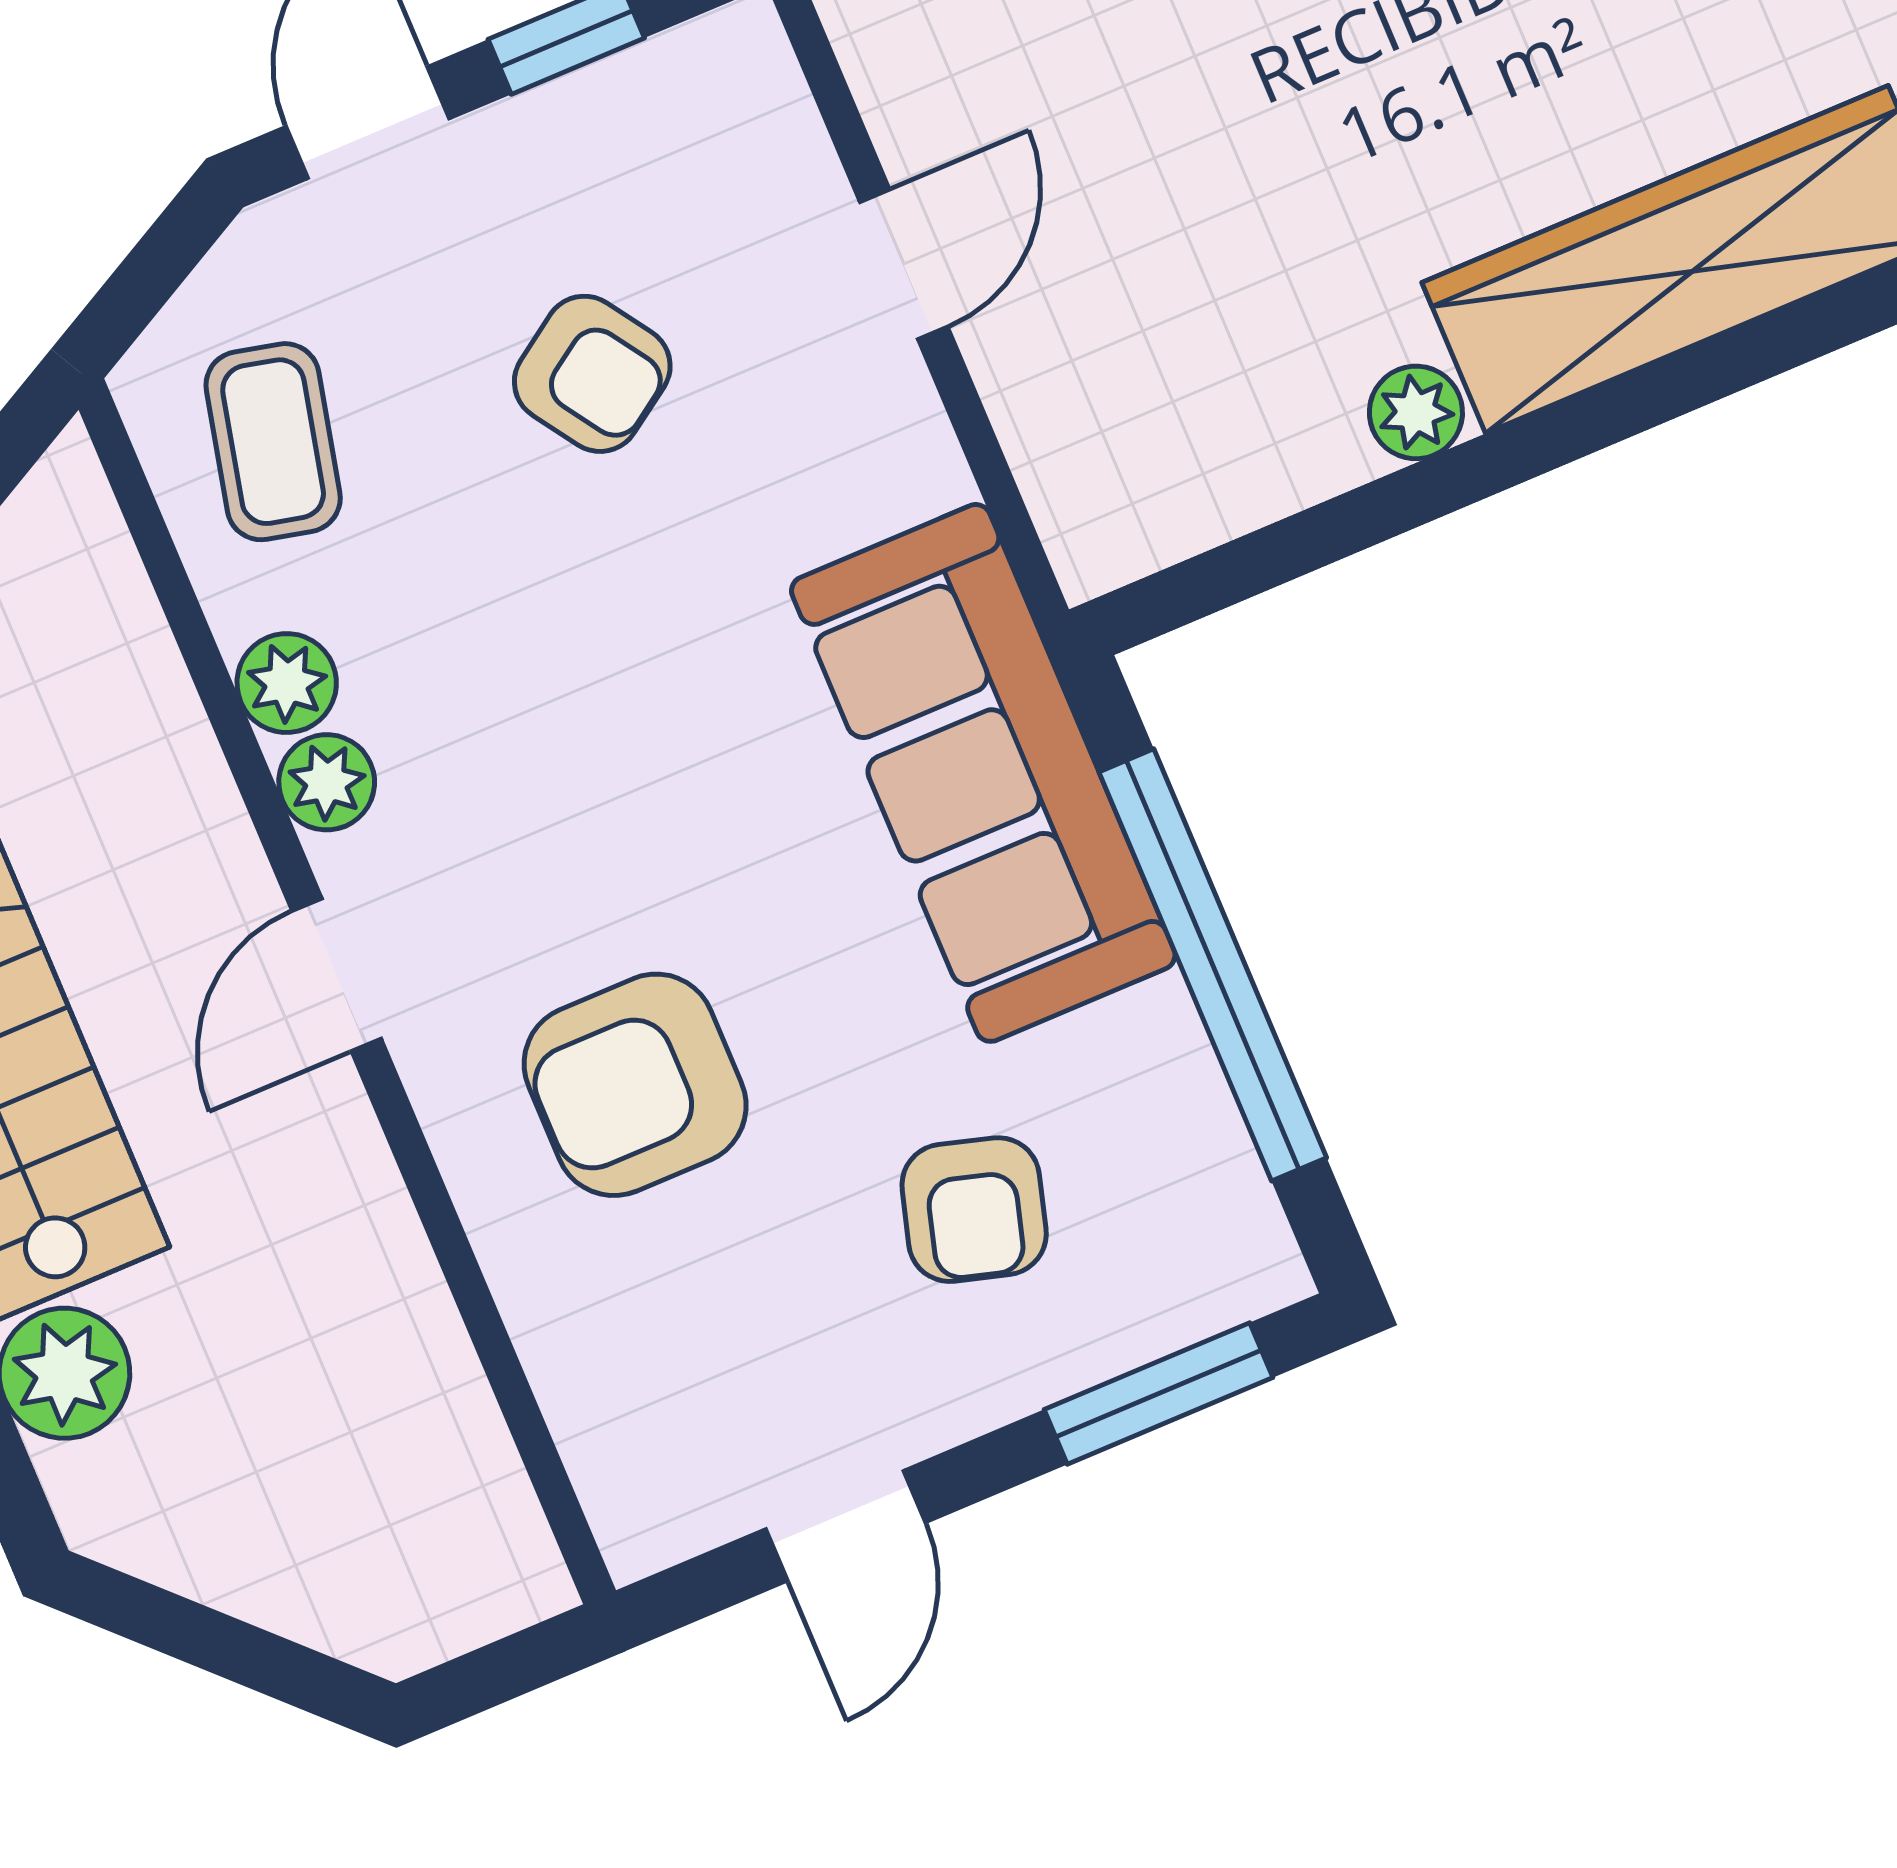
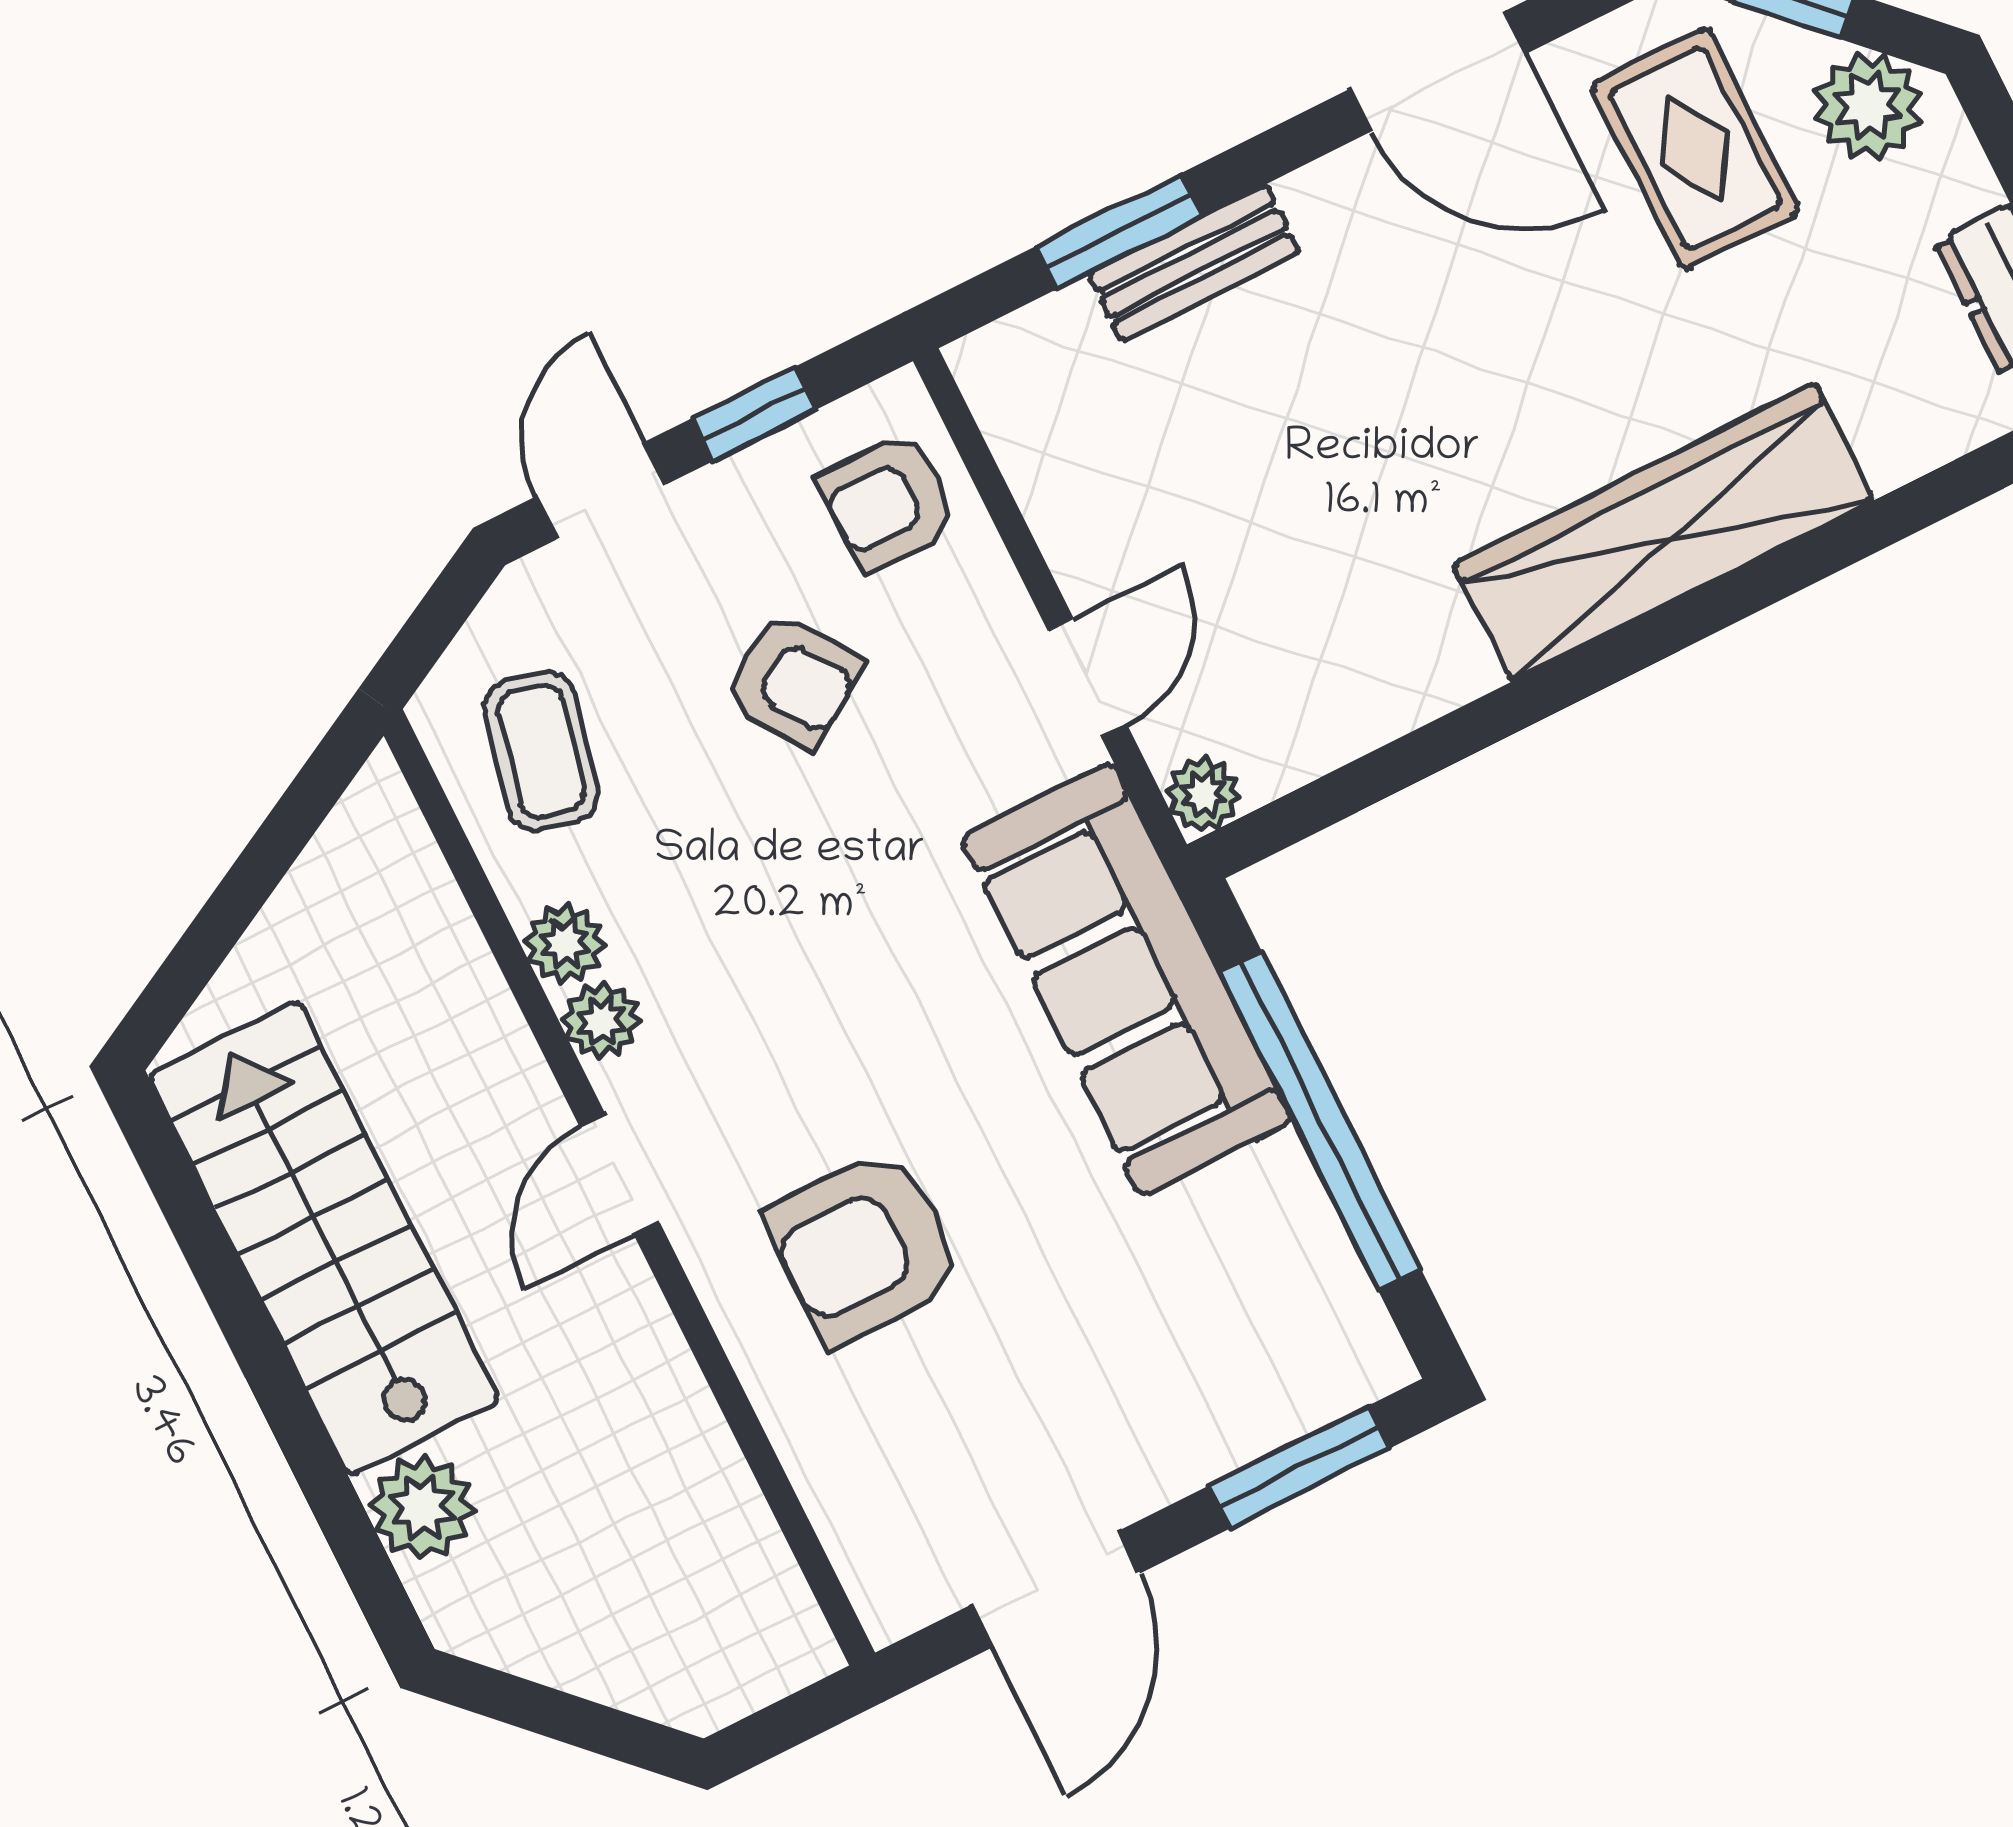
door: (904, 264) -> (1088, 678), moved
plant: (1416, 412) -> (1203, 794), moved
armchair: (974, 1210) -> (888, 502), moved, turned 74
door: (846, 1526) -> (1055, 1589), width x1.38

